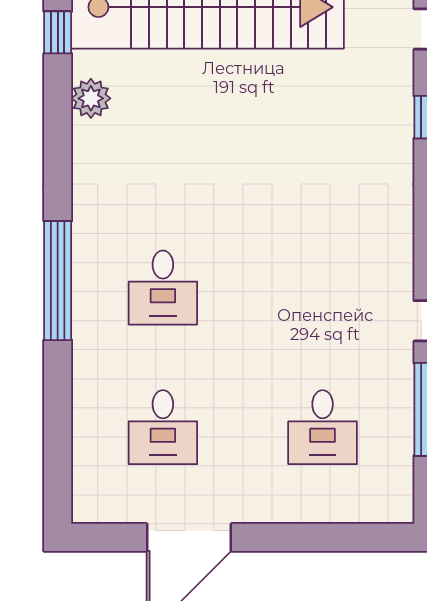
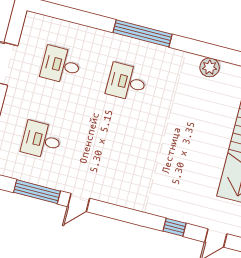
plant: (91, 98) -> (210, 67), moved

